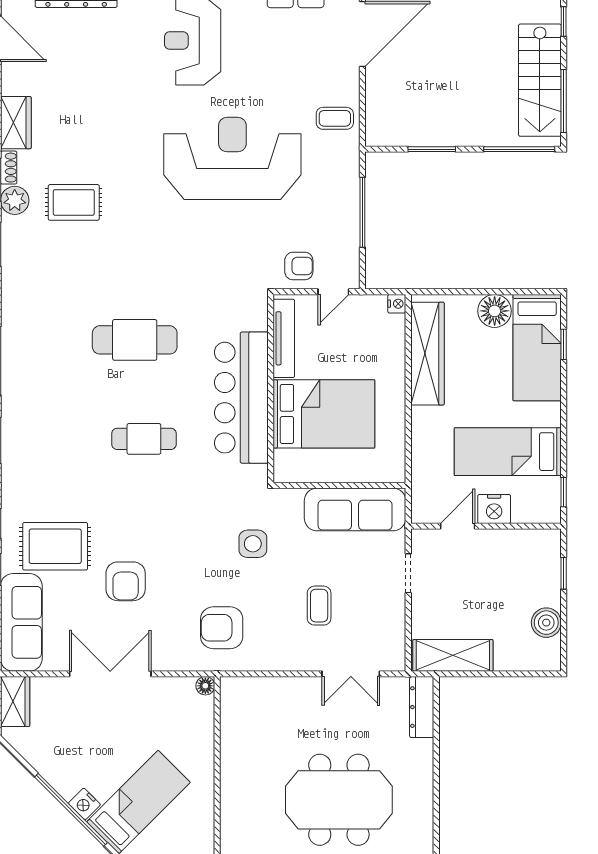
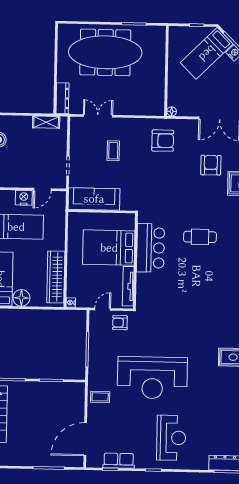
cafe table: (135, 340) -> (204, 287), removed
bar counter: (241, 398) -> (151, 248), width x0.73
side table: (253, 544) -> (146, 183), removed
shelving: (453, 655) -> (46, 122), width x0.67, depth x0.75
meeting table: (339, 800) -> (105, 52), width x1.36

